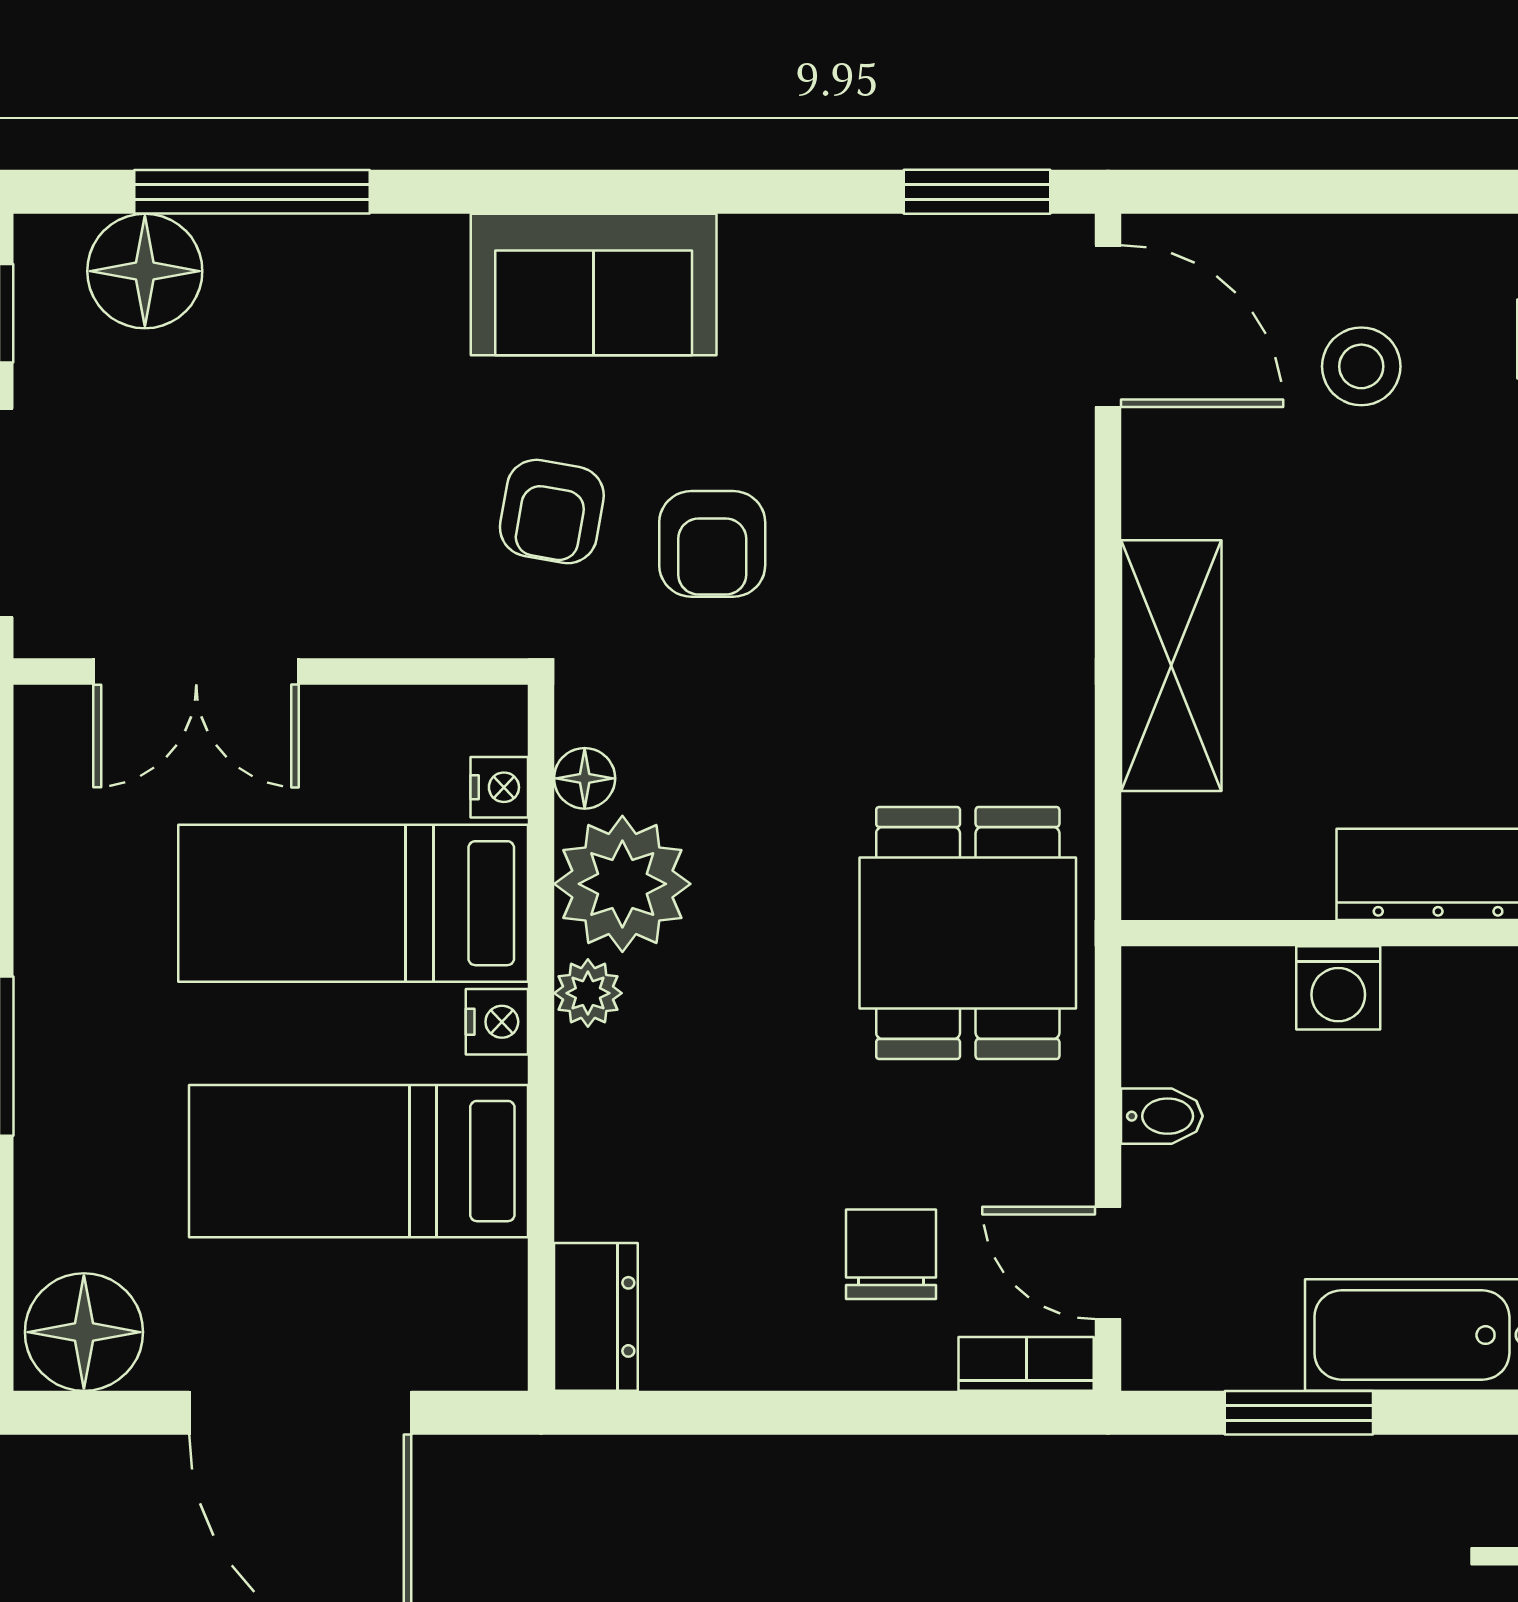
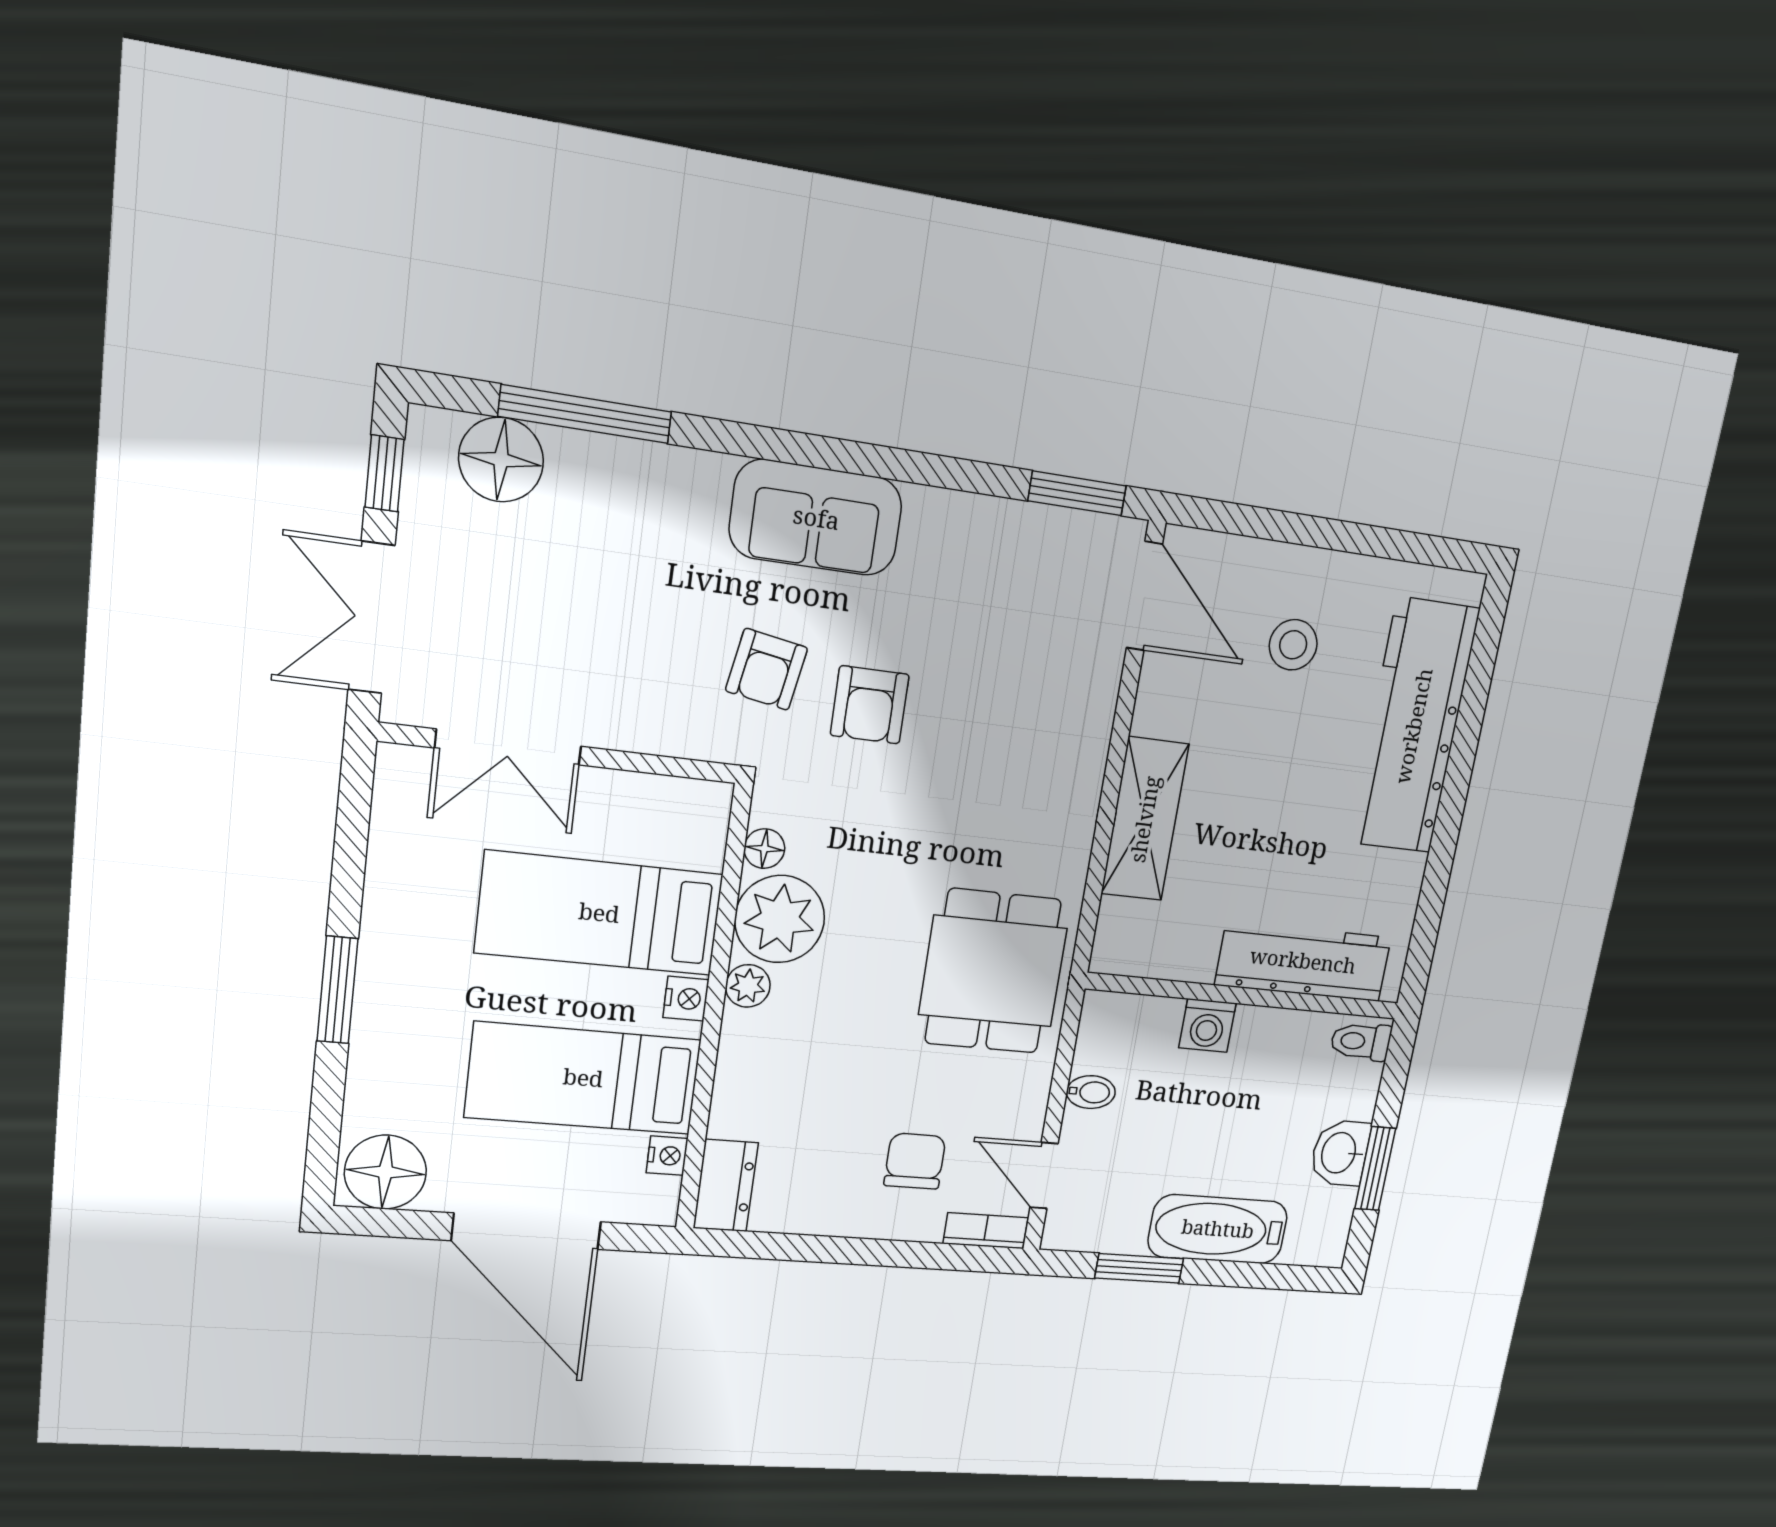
nightstand: (499, 787) -> (667, 1156), moved

